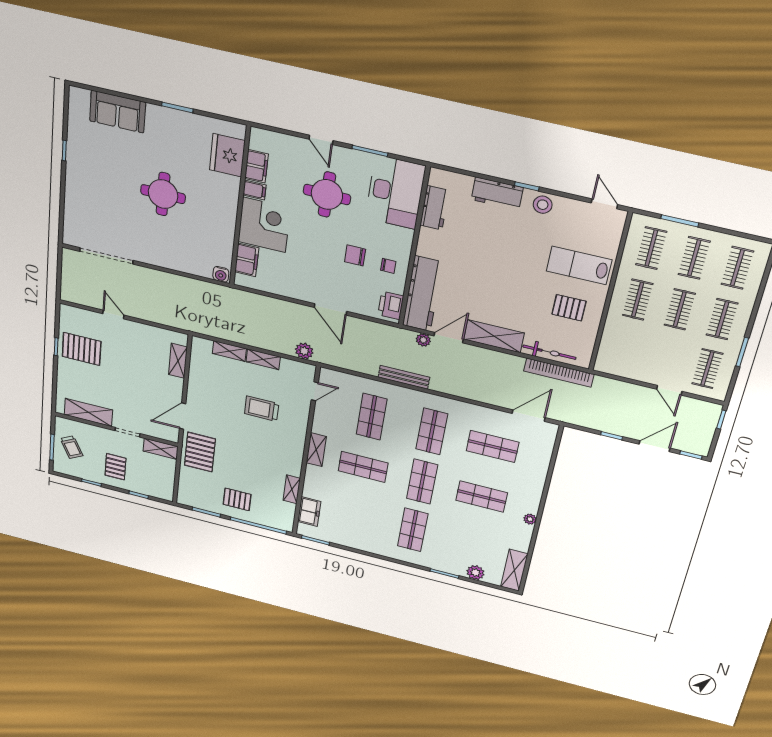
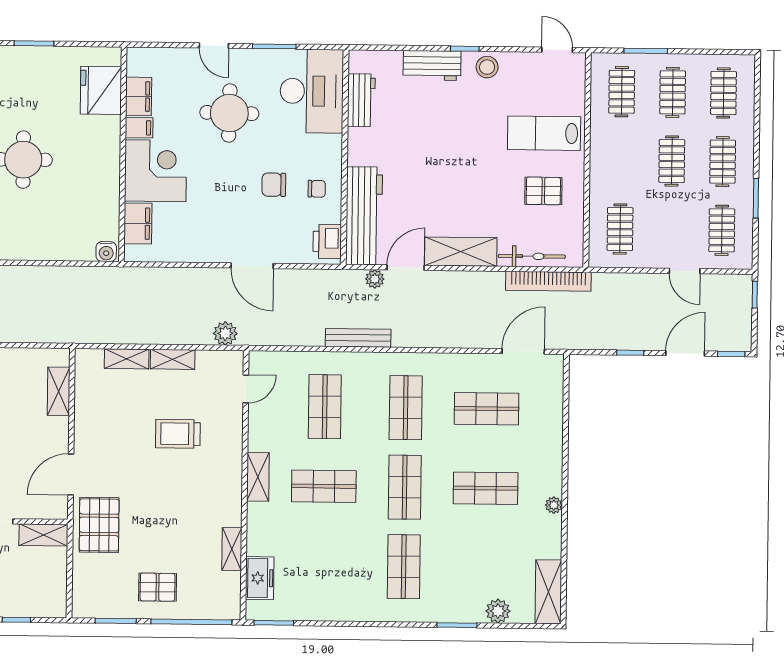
clothes rail: (638, 300) -> (620, 229), moved

